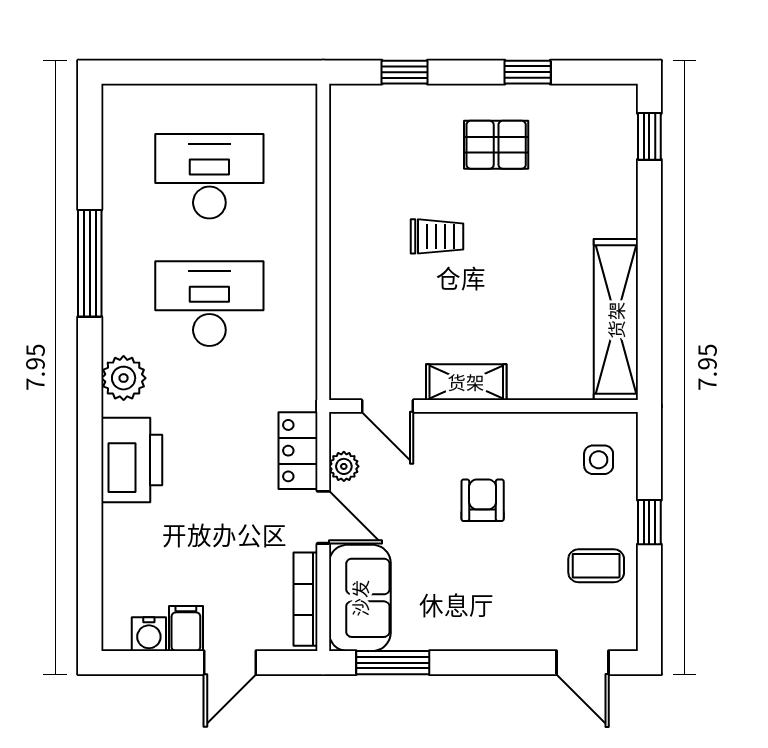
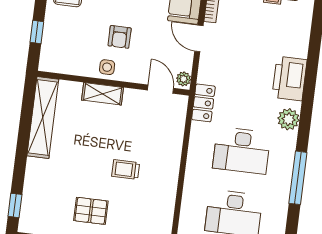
shelving: (466, 382) -> (103, 94), moved
locker: (298, 451) -> (203, 103), moved
side table: (599, 460) -> (107, 67), moved
plant: (344, 466) -> (184, 79), moved
window: (649, 522) -> (37, 32), moved

